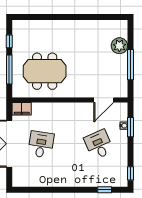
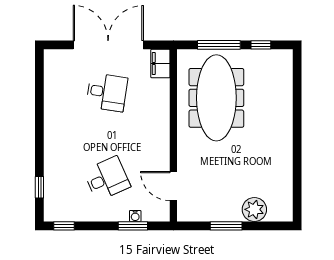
window: (130, 65) -> (226, 226), width x0.69
meeting table: (45, 71) -> (216, 98), width x1.36

